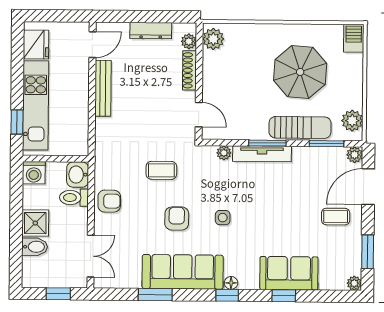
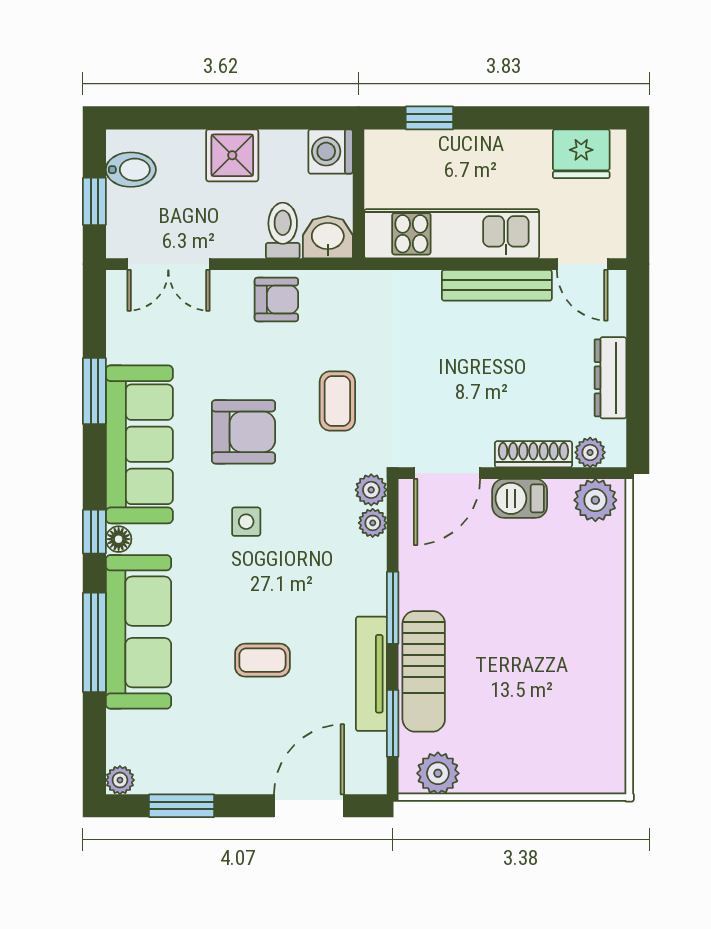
barbecue: (354, 38) -> (520, 498), moved, turned 180
parasol: (300, 72) -> (532, 671), removed
kitchen unit: (36, 105) -> (452, 234), moved, turned 180
door: (199, 115) -> (447, 473), width x1.38
tv unit: (262, 154) -> (371, 674), moved
plant: (355, 155) -> (371, 490), moved
door: (368, 187) -> (309, 806), hinge flipped
armchair: (109, 201) -> (276, 299), turned -90
coffee table: (336, 217) -> (262, 660), moved, turned 90
armchair: (177, 219) -> (244, 432), width x1.38, depth x1.38
bidet: (35, 247) -> (131, 170), moved, turned -90
sofa: (289, 273) -> (138, 632), width x1.36
window: (284, 296) -> (94, 642), width x2.17

